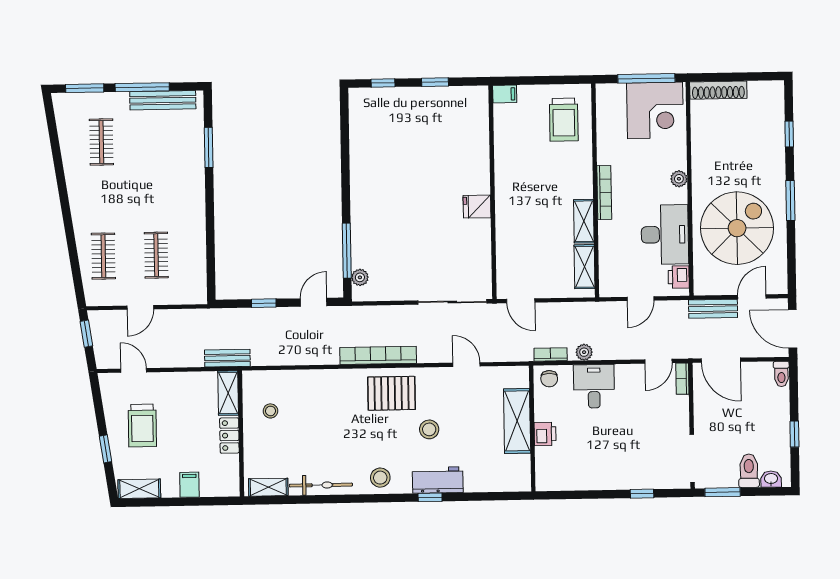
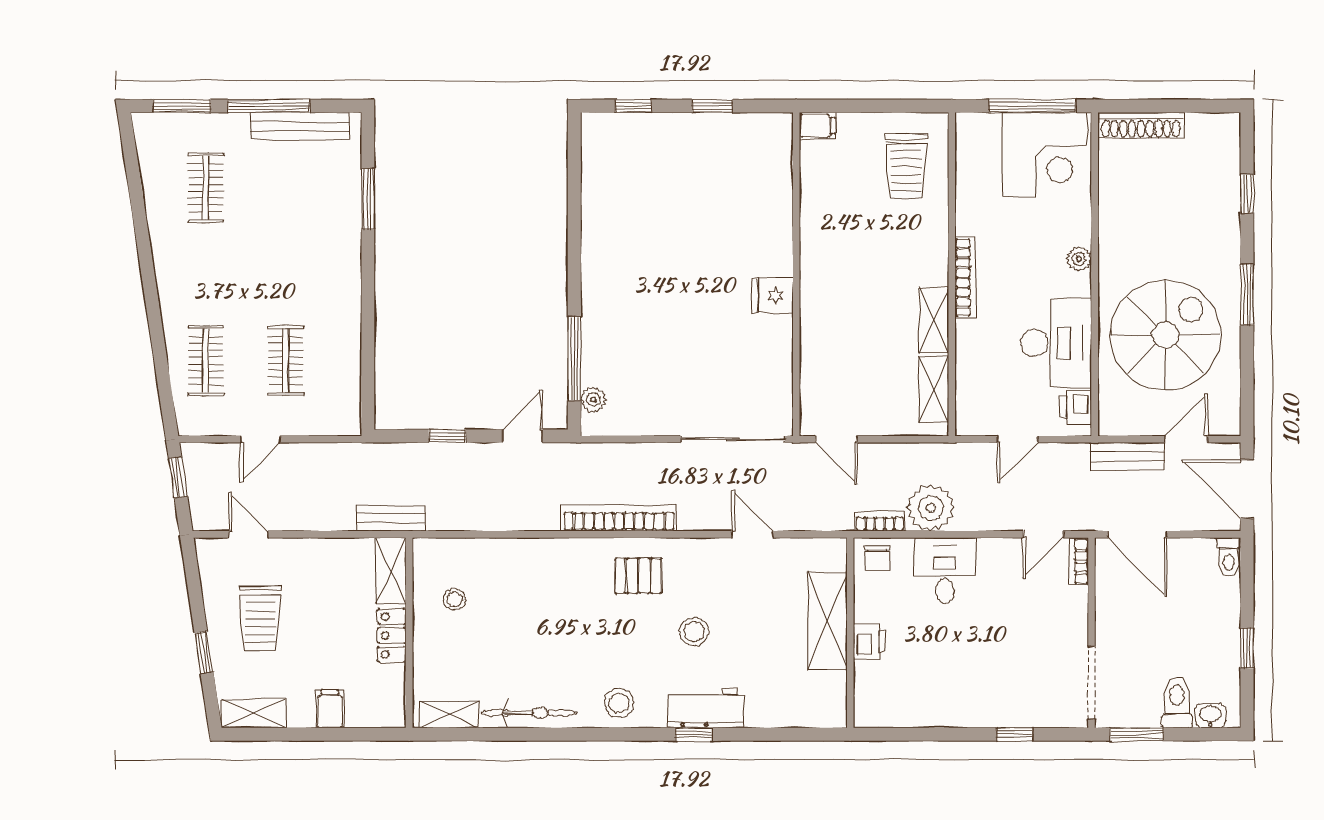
plant: (584, 352) -> (931, 508), width x1.88, depth x1.88
pallet: (392, 393) -> (638, 576), width x0.67, depth x0.71

